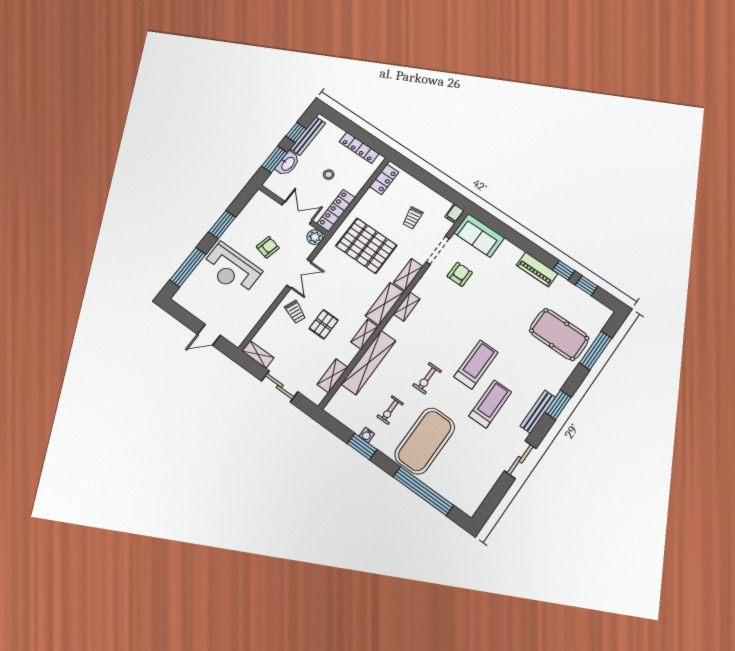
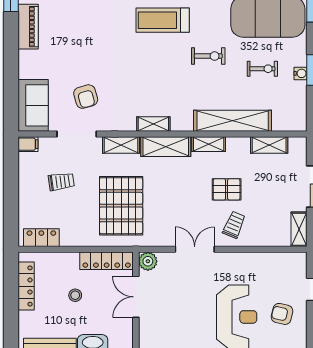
armchair: (268, 247) -> (282, 314), moved
armchair: (460, 274) -> (86, 97), turned -106

